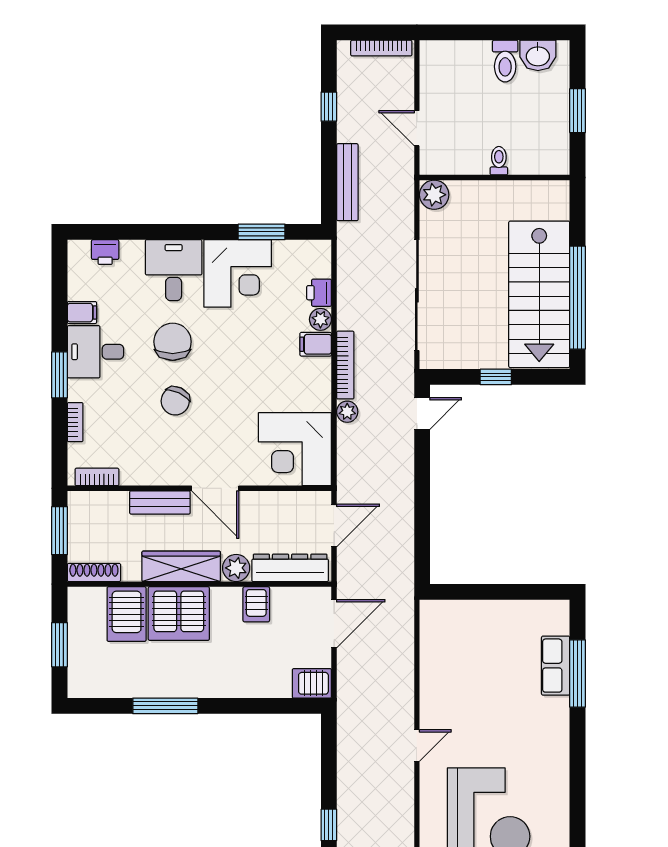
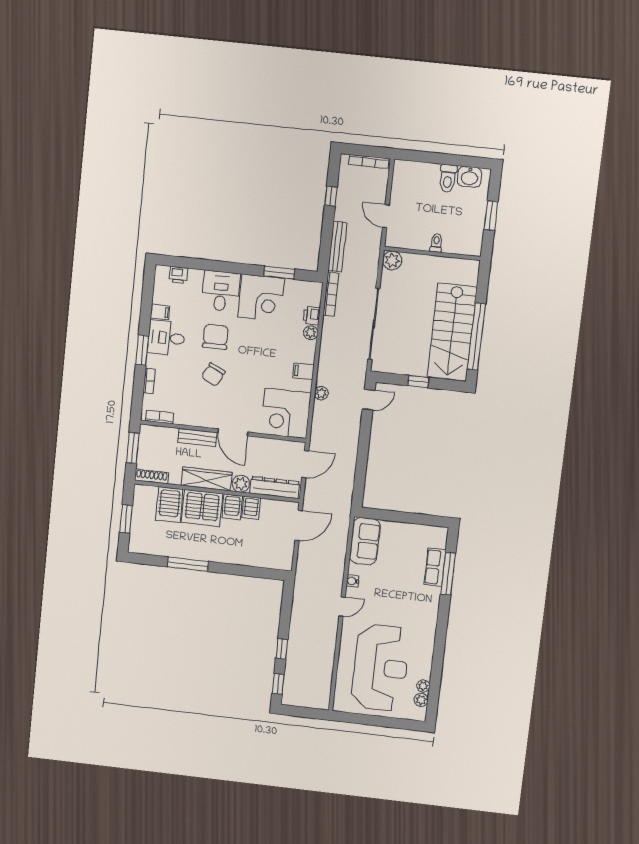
filing cabinet: (316, 344) -> (303, 371), moved
bookcase: (345, 365) -> (331, 294), moved
sofa: (441, 637) -> (365, 541), added
server rack: (312, 683) -> (232, 507), moved, turned -90
water cooler: (429, 703) -> (353, 581), added

